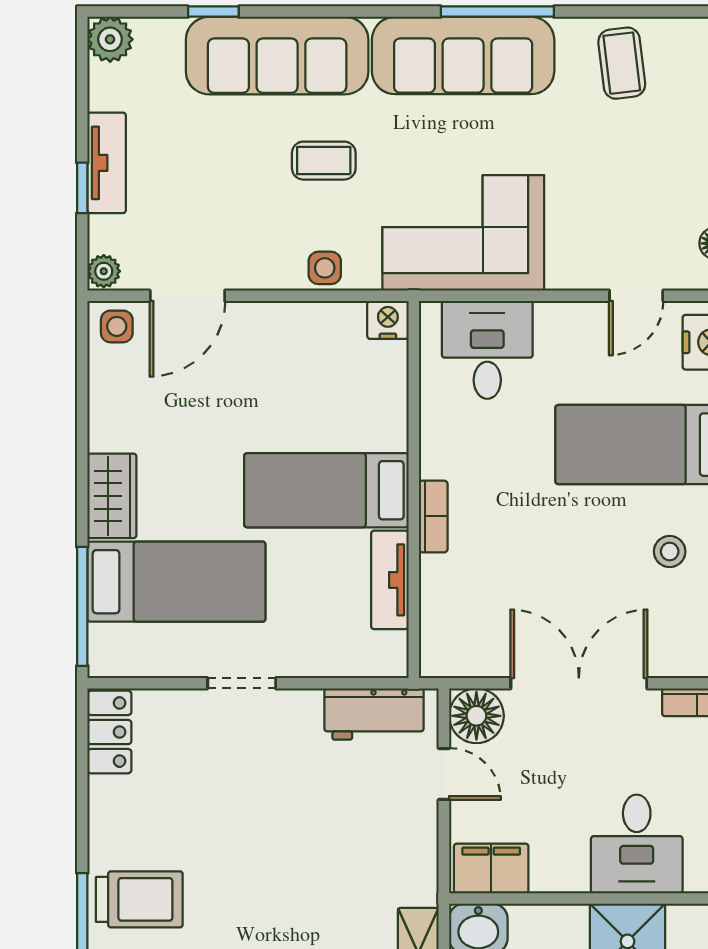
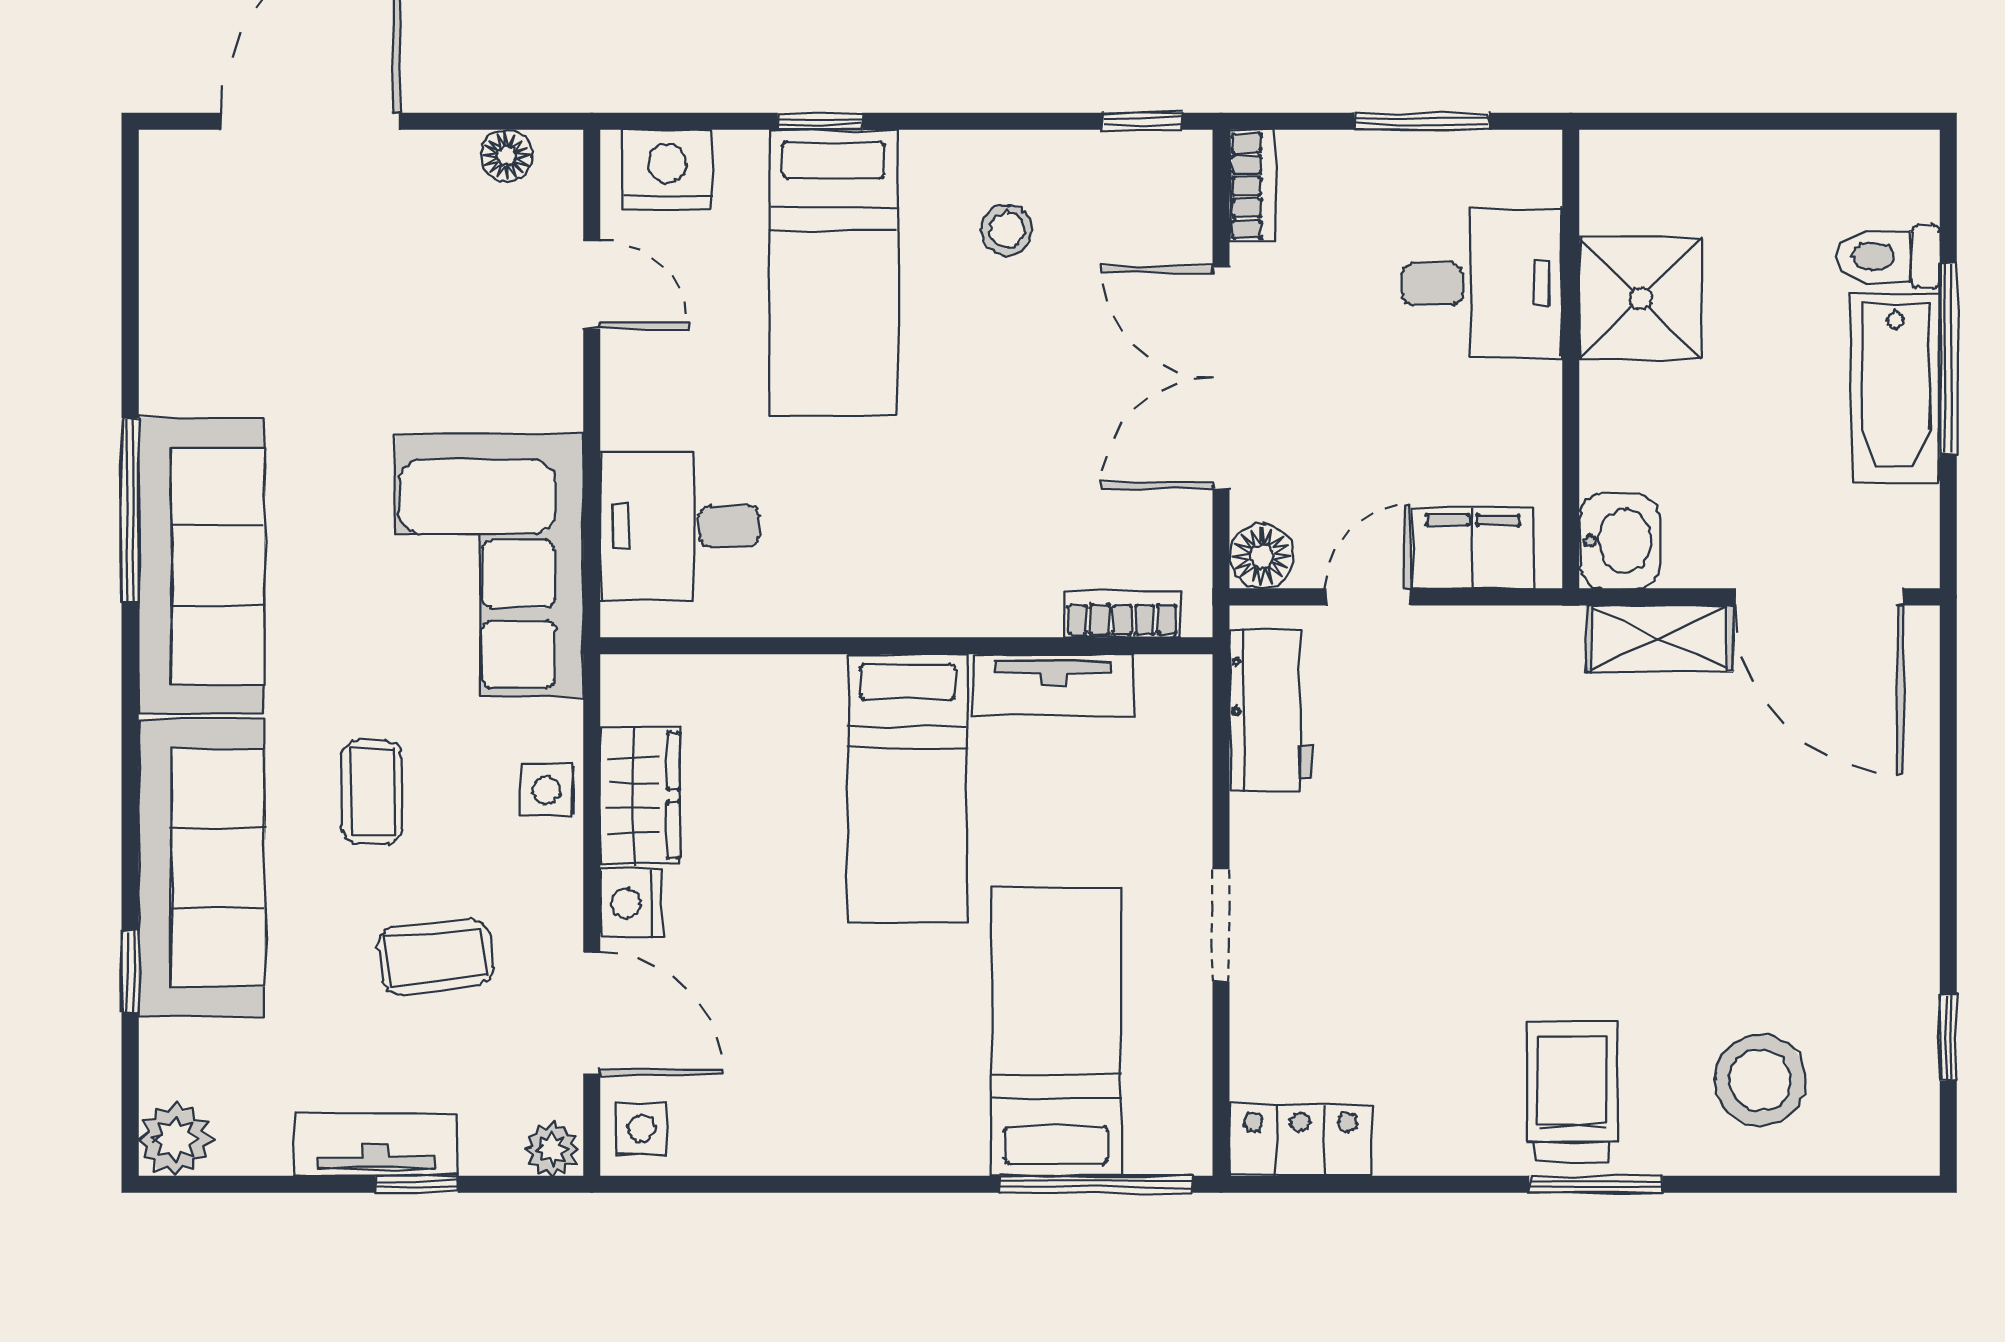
coffee table: (622, 63) -> (435, 957), moved
nightstand: (388, 320) -> (631, 903), moved
wardrobe: (112, 496) -> (640, 796), moved, turned 90
bookcase: (433, 516) -> (1122, 614), moved
floor lamp: (476, 716) -> (1262, 556), width x0.73, depth x0.73
filing cabinet: (491, 868) -> (1473, 548), moved, turned 90

